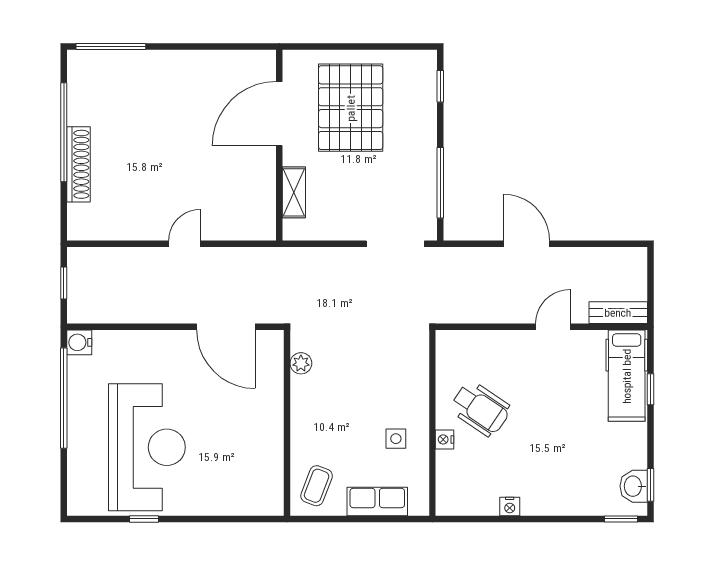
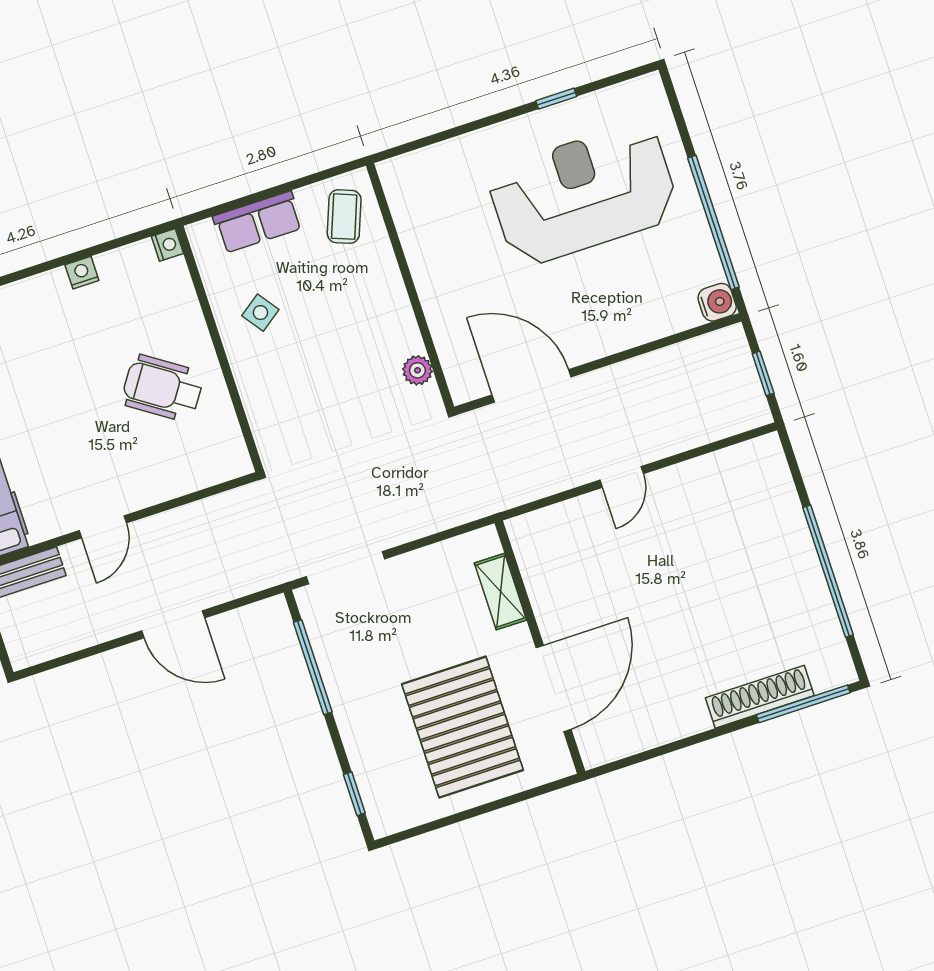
shoe rack: (79, 164) -> (760, 697), moved, turned 90
side table: (396, 439) -> (260, 313), turned -36
nightstand: (445, 439) -> (167, 245), moved
reception desk: (147, 447) -> (583, 194), turned 90

